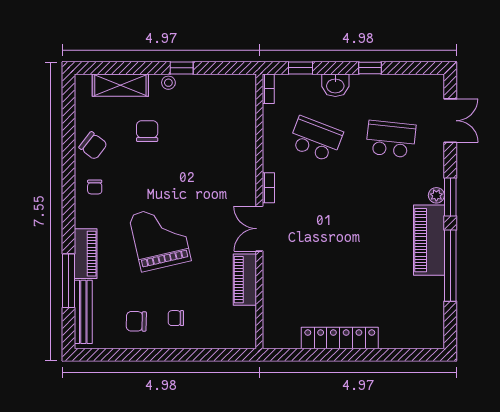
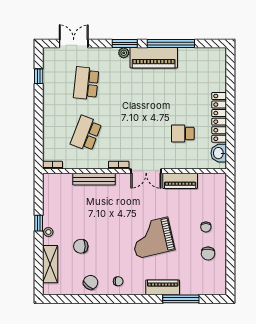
window: (301, 68) -> (39, 144), removed
window: (370, 68) -> (39, 76), moved
washbasin: (335, 85) -> (219, 153), moved, turned 180
school desk: (316, 284) -> (183, 133), added
bench: (83, 312) -> (94, 179), moved

